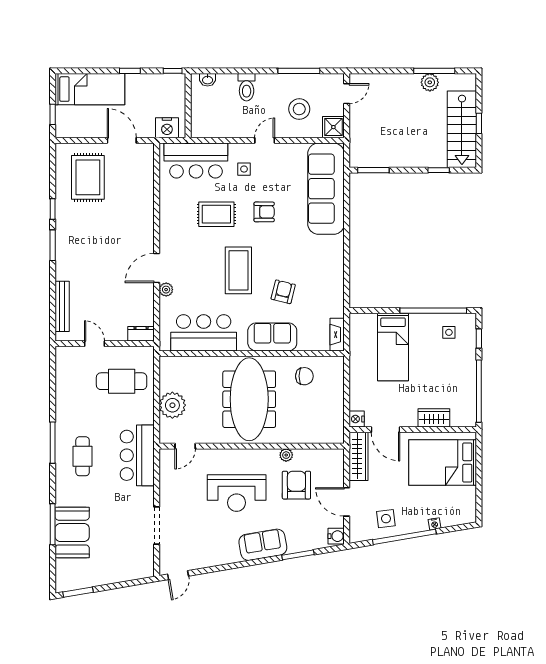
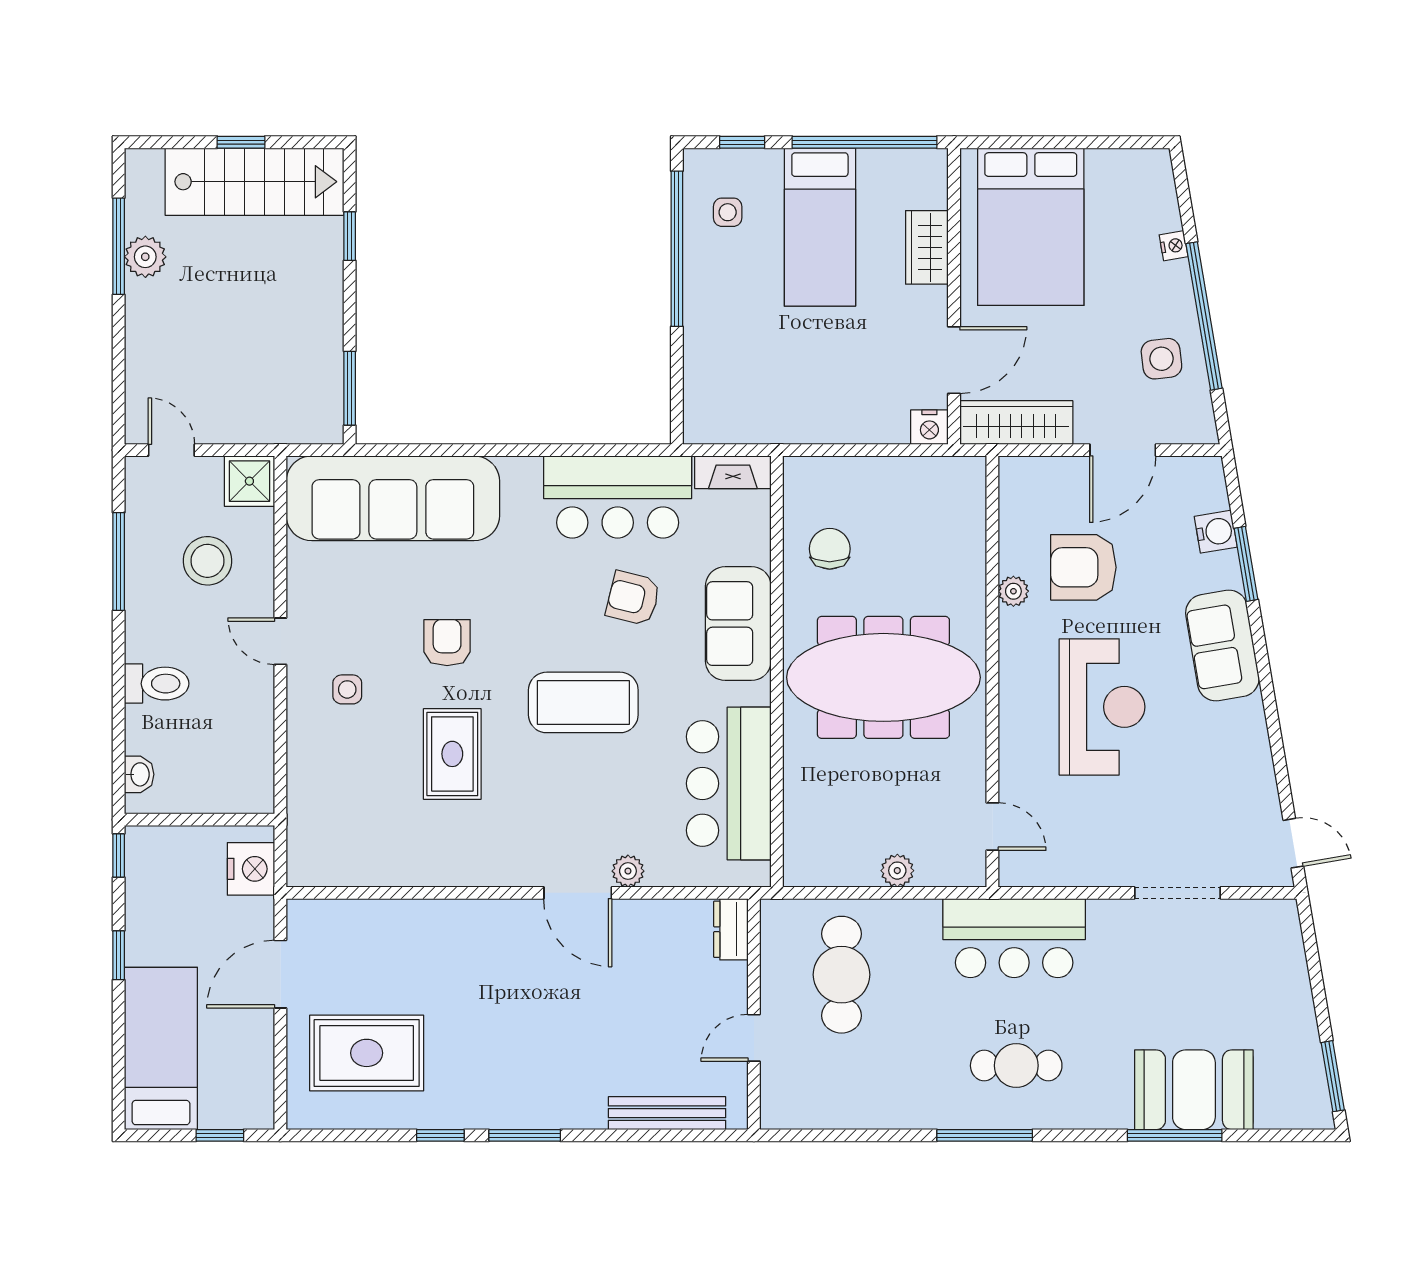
bar counter: (196, 160) -> (618, 497), moved, turned 90
bed: (393, 347) -> (820, 227), moved, turned 90
plant: (172, 405) -> (897, 871), width x0.53, depth x0.53
water cooler: (336, 536) -> (1216, 532), moved, turned 80

